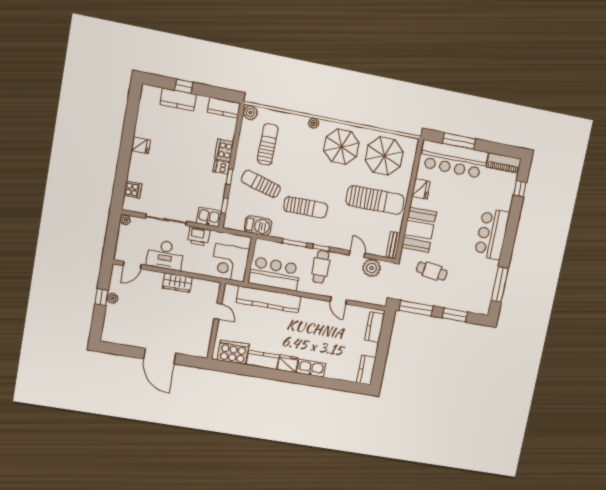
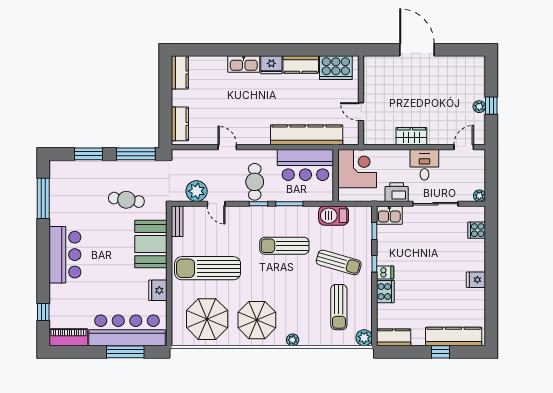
kitchen counter: (178, 99) -> (454, 337), width x1.50
desk: (165, 255) -> (424, 165), width x0.73

